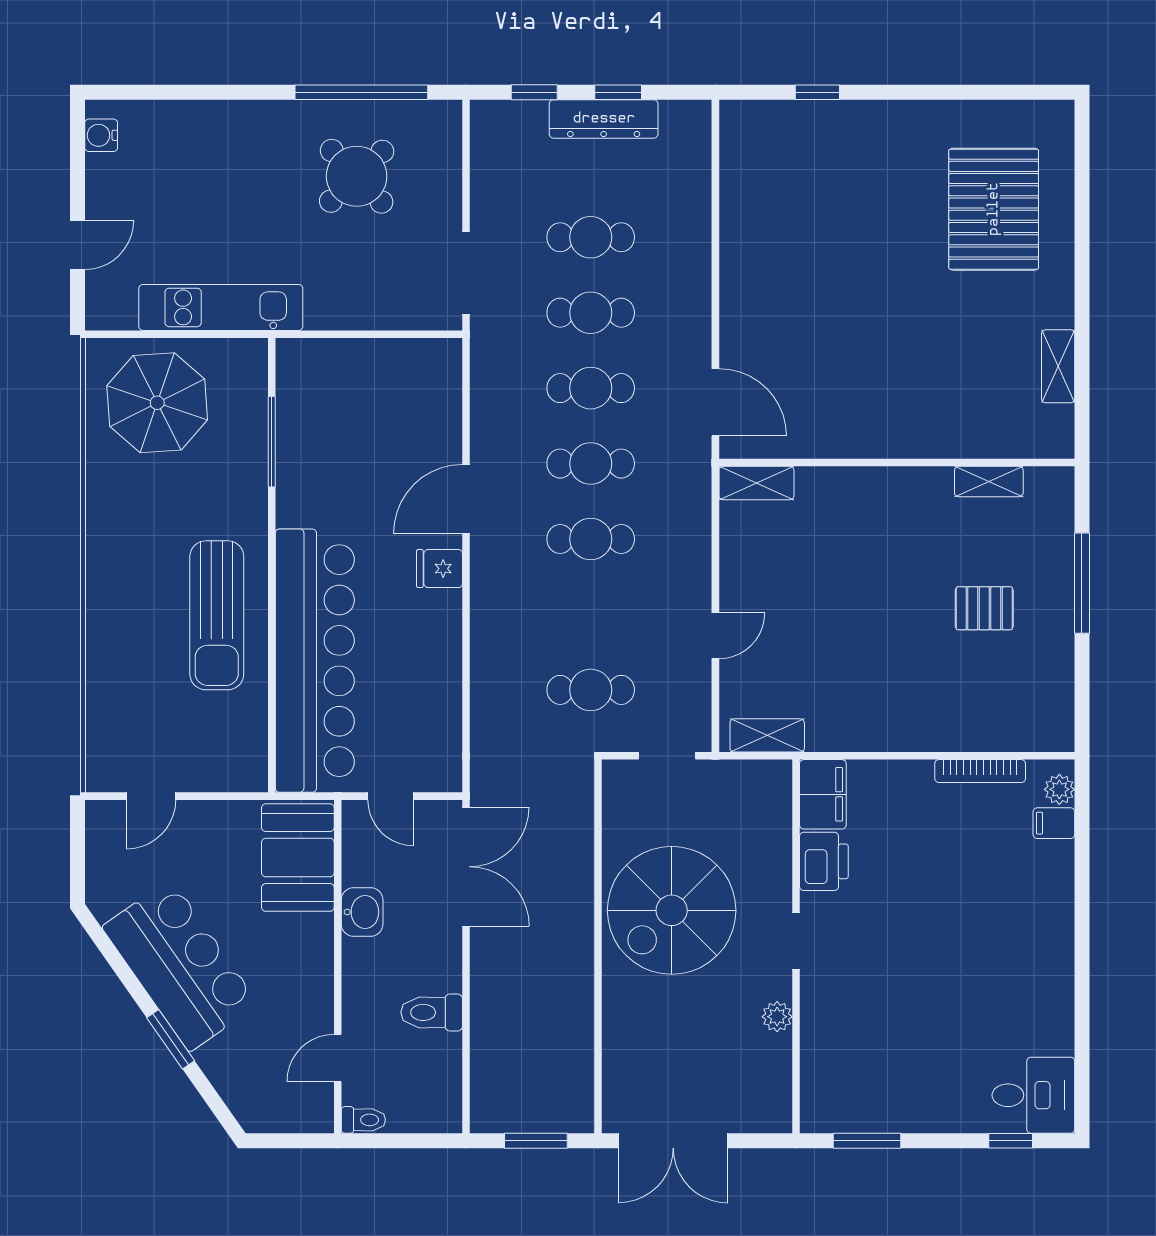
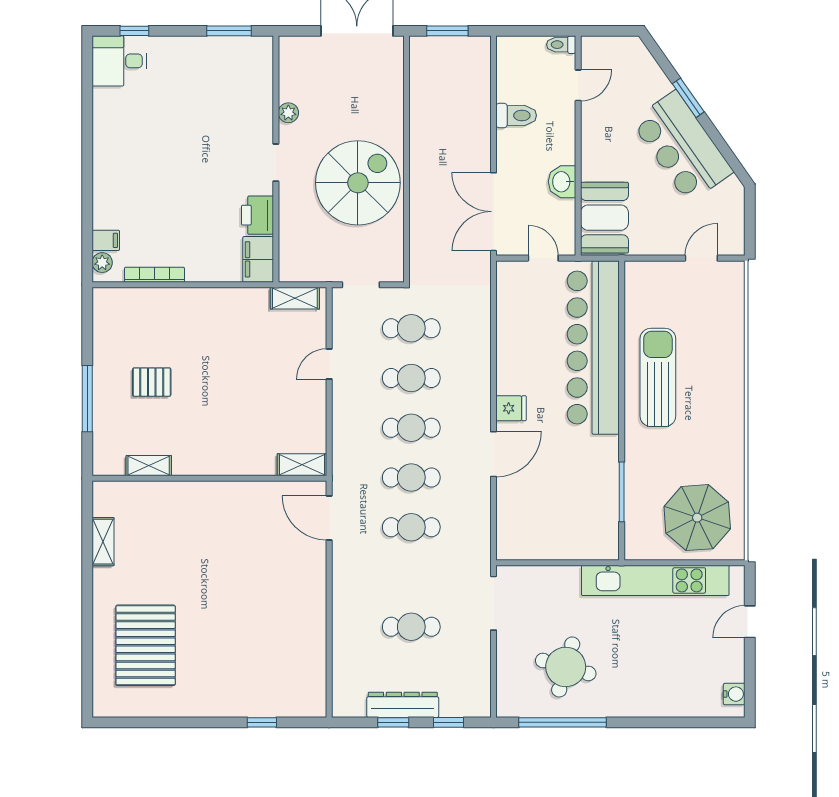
round table: (357, 176) -> (566, 667), turned -30
kitchen unit: (221, 307) -> (655, 580), width x1.36
cafe table: (591, 313) -> (411, 378), moved

